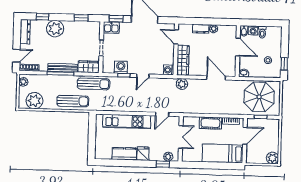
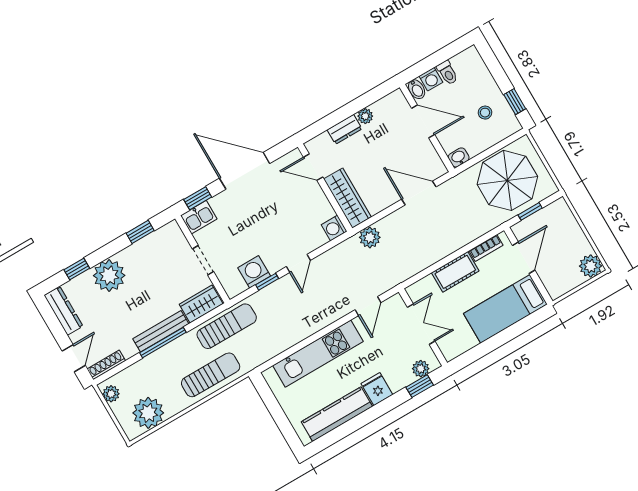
kitchen counter: (124, 154) -> (337, 414), width x1.50

